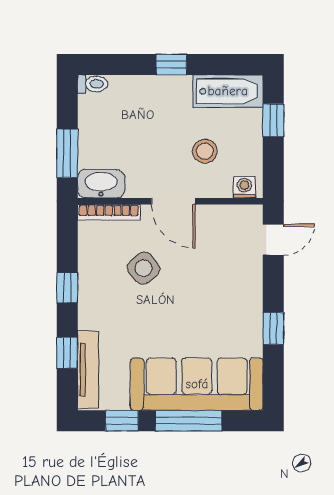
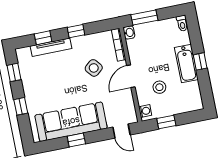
bathtub: (228, 91) -> (186, 63), moved
window: (273, 120) -> (166, 122), moved
washbasin: (101, 184) -> (129, 33), width x0.52, depth x0.69
tv unit: (88, 370) -> (51, 47), moved
sofa: (197, 384) -> (71, 122), moved, turned -90
window: (189, 421) -> (21, 106), width x0.46

